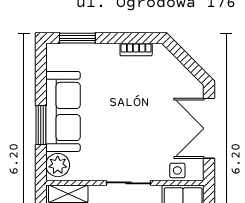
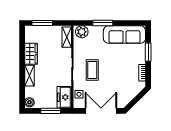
window: (77, 38) -> (148, 52), moved
sofa: (63, 111) -> (124, 35), moved
coffee table: (131, 145) -> (92, 70), added

